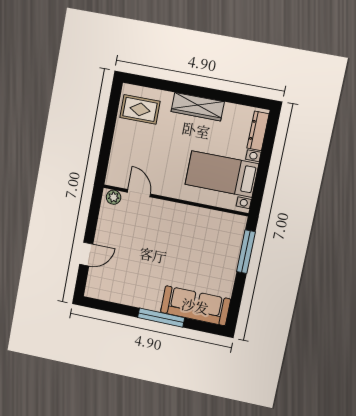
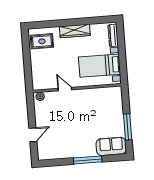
door: (139, 193) -> (65, 89), moved
window: (246, 252) -> (128, 127), moved
sofa: (195, 306) -> (111, 146), width x0.73

